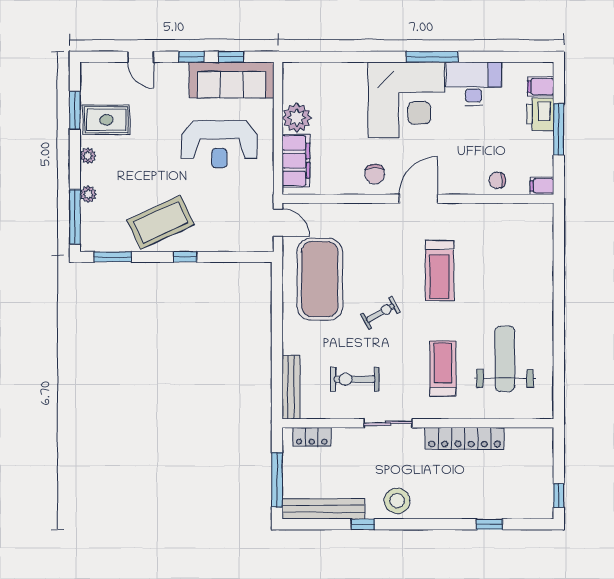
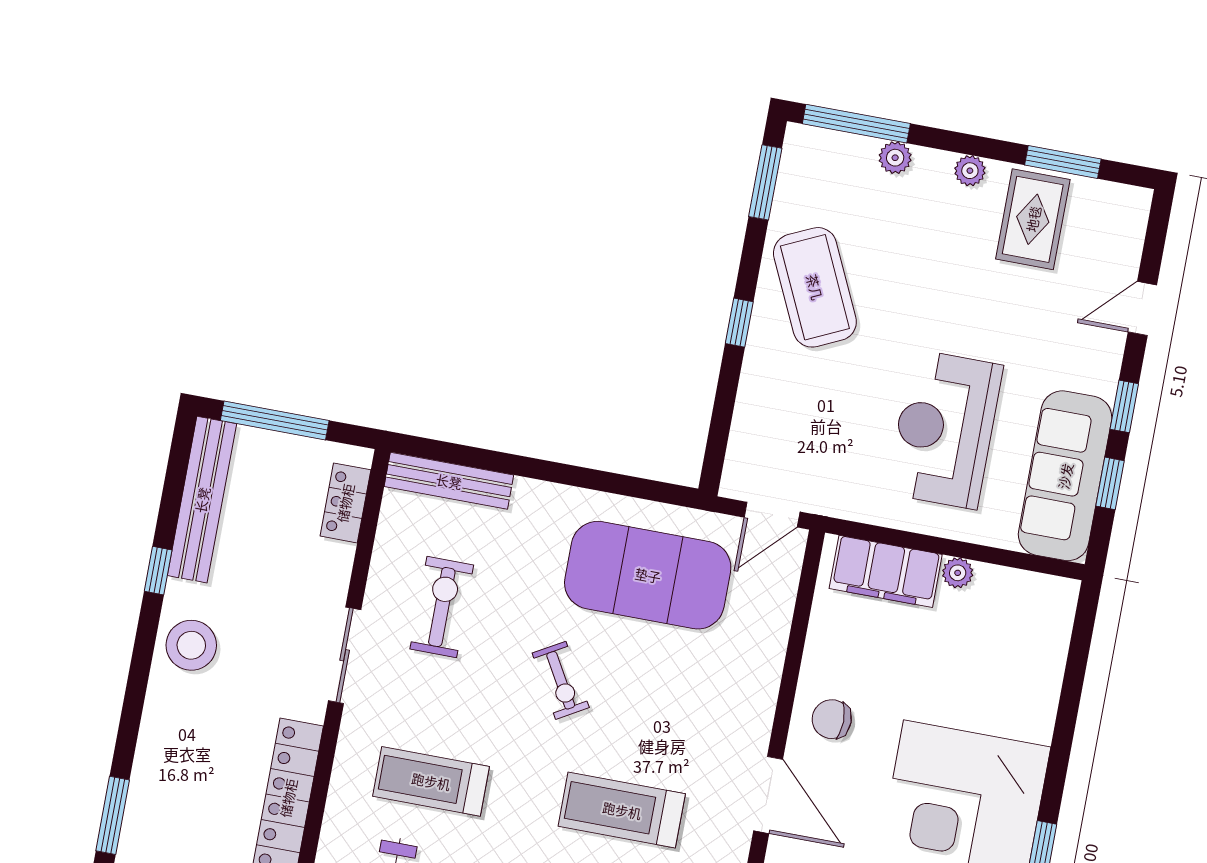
plant: (297, 118) -> (958, 573), width x0.53, depth x0.53
treadmill: (443, 368) -> (431, 781), turned 180
window: (489, 524) -> (113, 815), width x1.50

